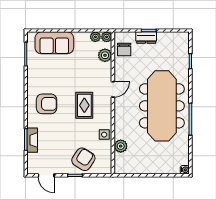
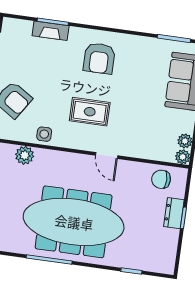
plant: (105, 55) -> (157, 151), removed

